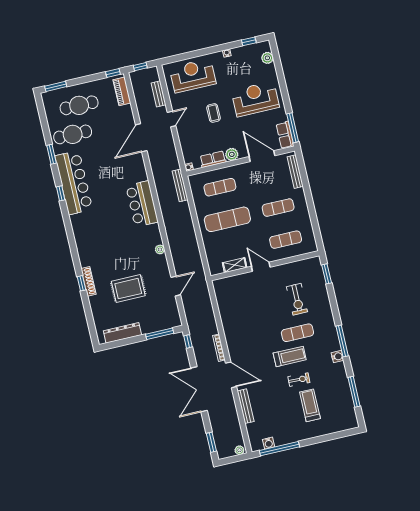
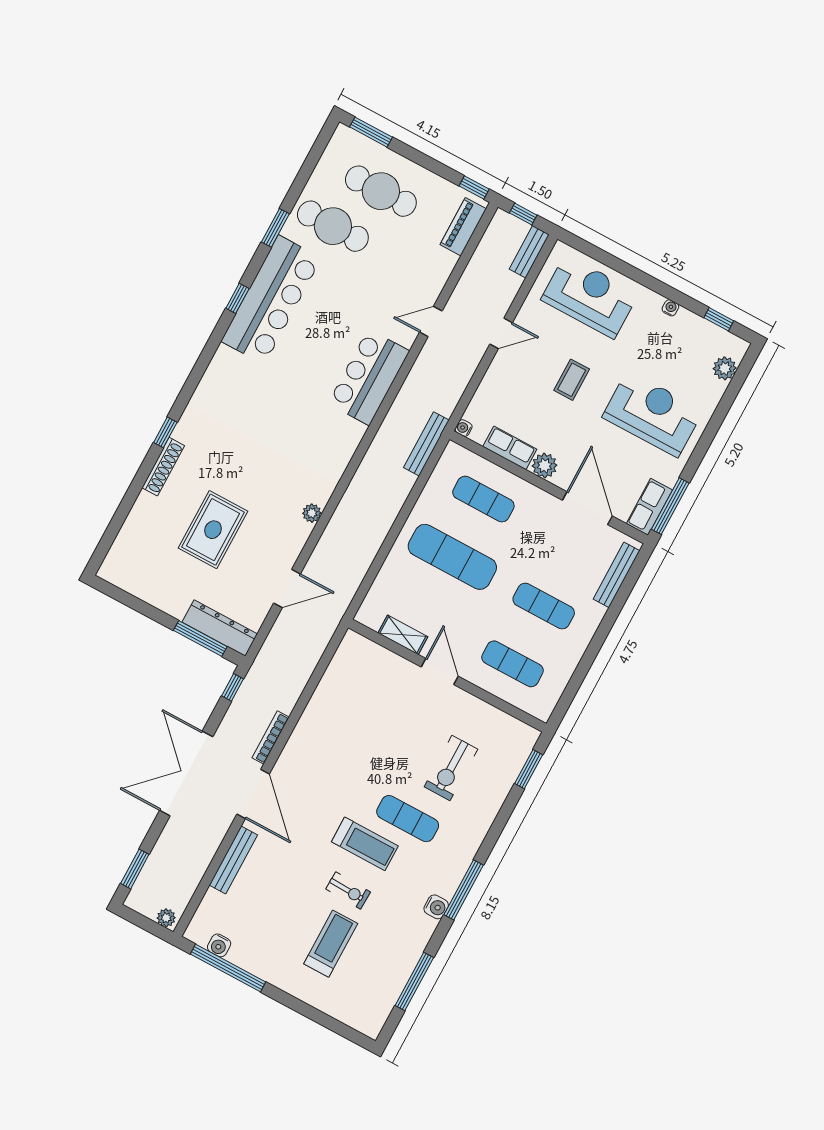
bench: (159, 94) -> (529, 252), moved
door: (141, 138) -> (431, 322), width x0.53
bar counter: (142, 204) -> (369, 377), moved
window: (82, 283) -> (165, 432), moved
rug: (128, 289) -> (213, 530), turned 90
dresser: (122, 333) -> (220, 628), moved

